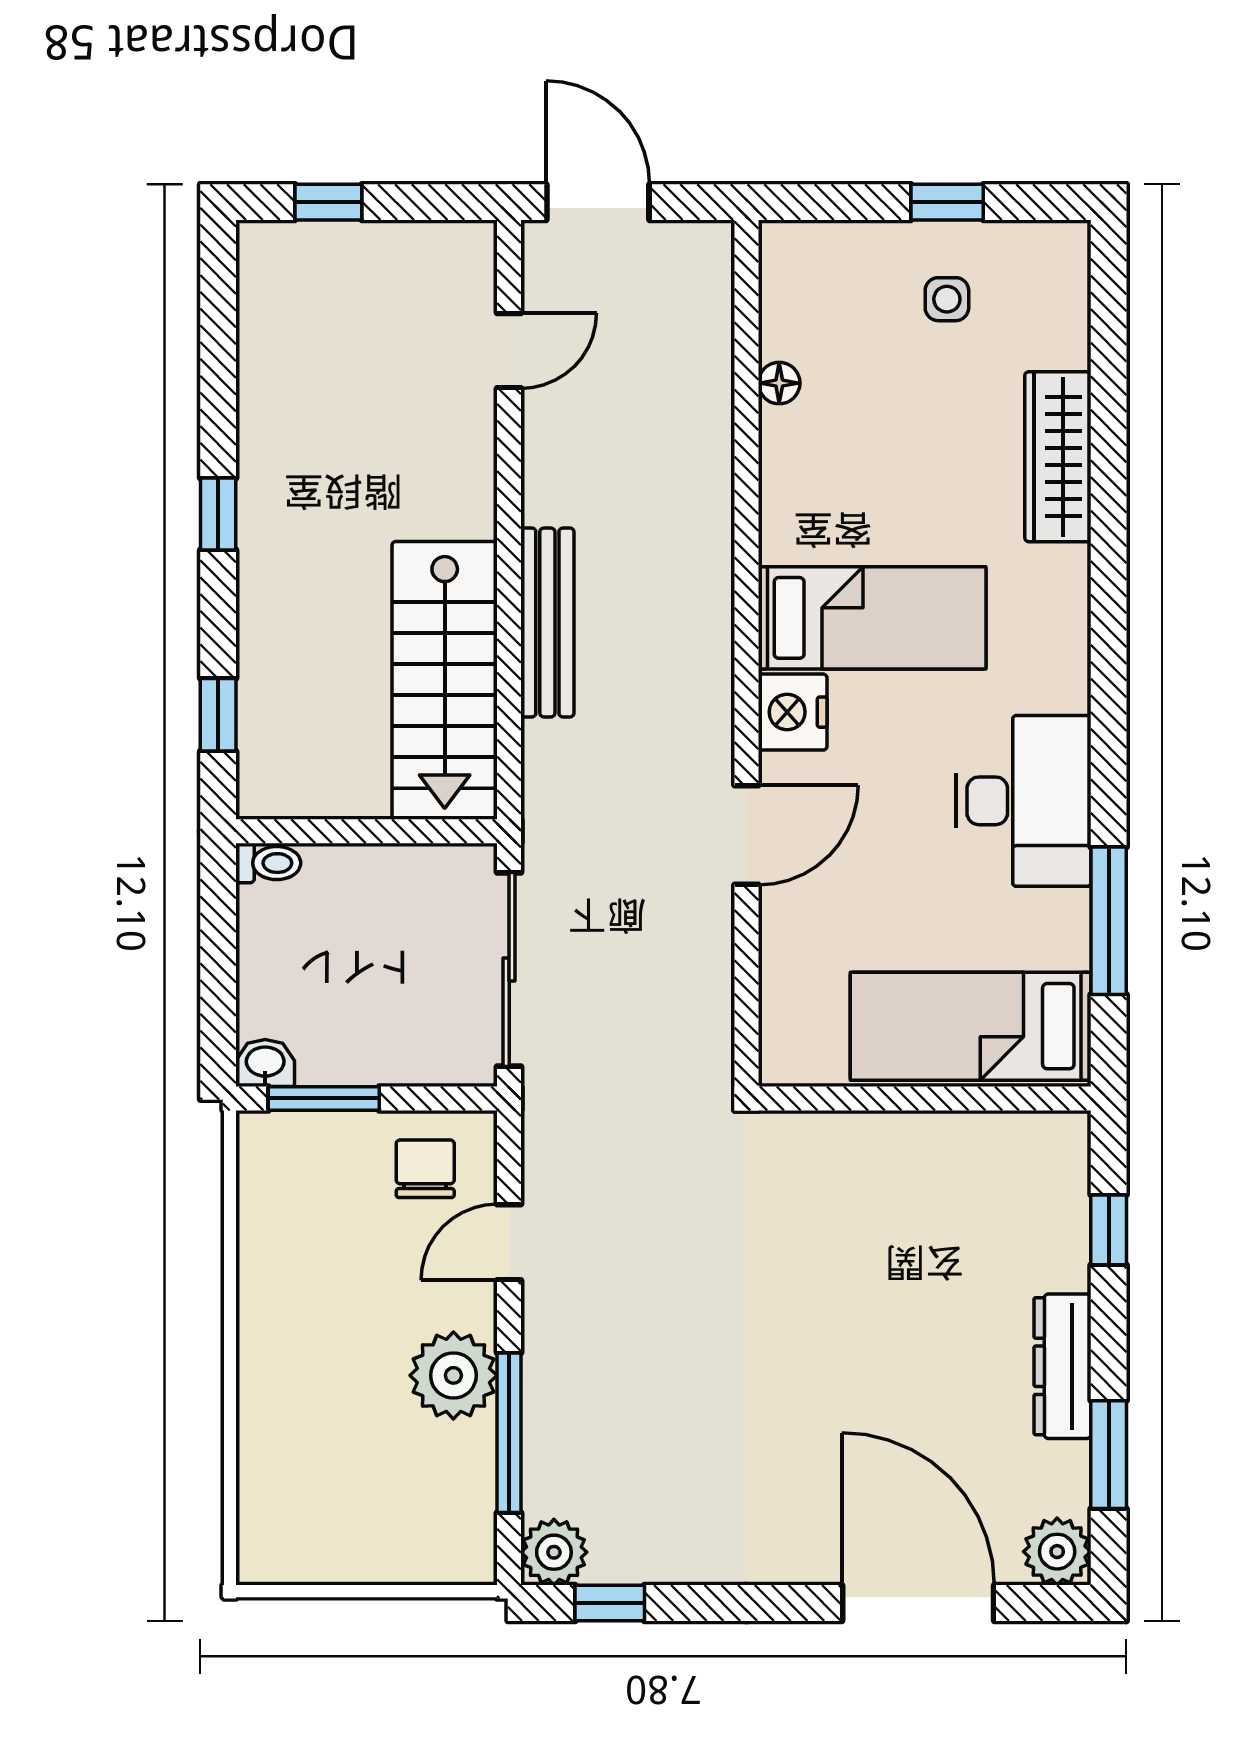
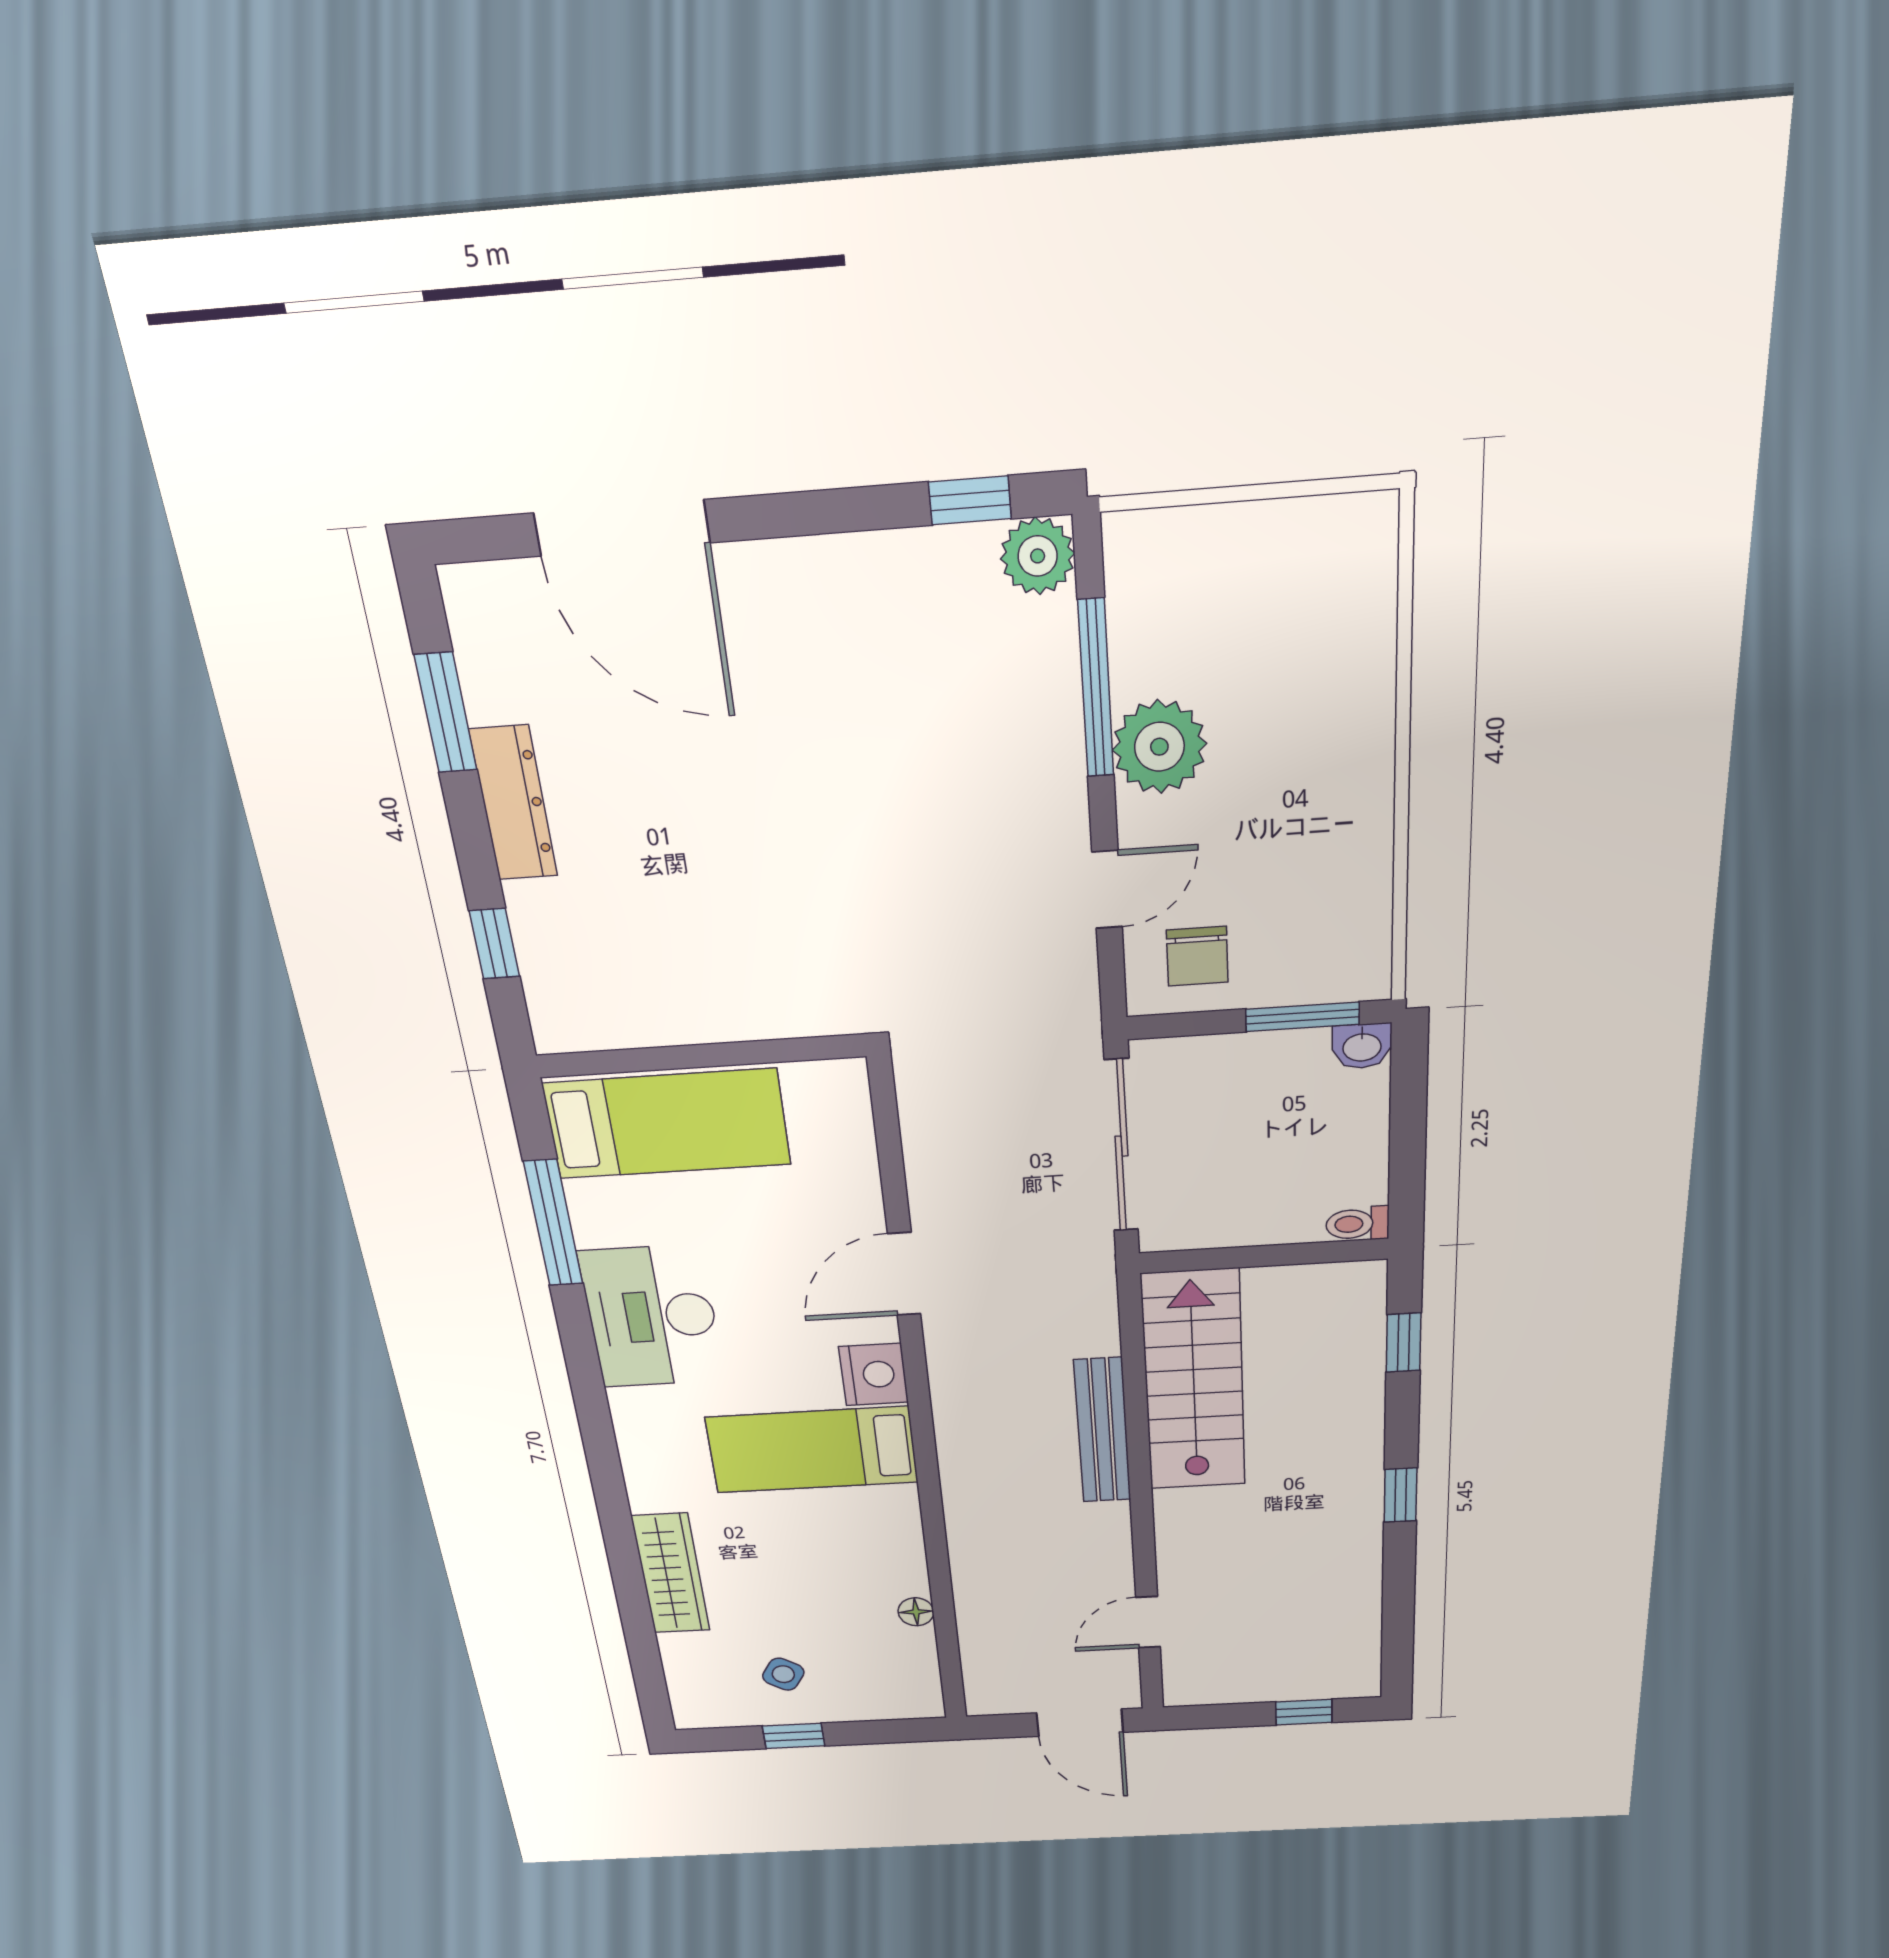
side table: (947, 299) -> (783, 1674), turned 32
plant: (1057, 1552) -> (479, 600), removed

